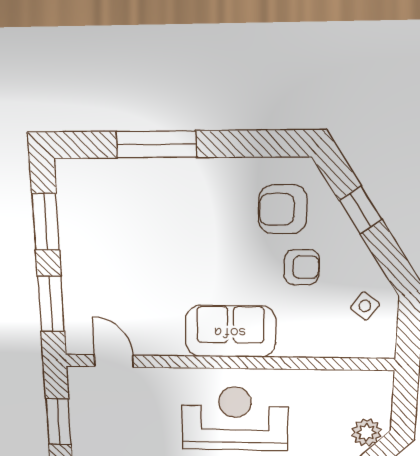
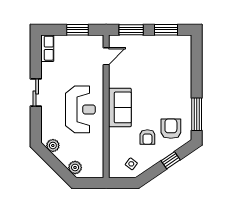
window: (156, 144) -> (197, 114), moved

